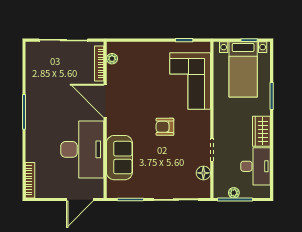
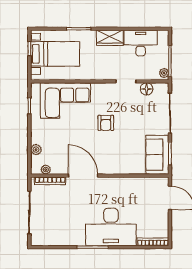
plant: (135, 48) -> (36, 150), added
door: (105, 101) -> (83, 176), swing flipped
desk: (82, 149) -> (111, 227), moved, turned 180
sofa: (119, 158) -> (157, 155), moved, turned -90
plant: (234, 193) -> (164, 73), moved

